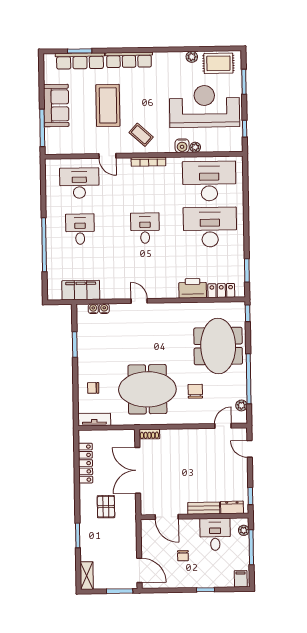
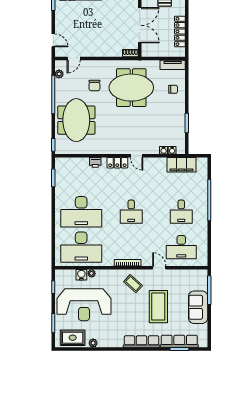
water cooler: (182, 146) -> (81, 275), moved
printer: (193, 288) -> (95, 162), width x0.53, depth x0.68
locker: (221, 291) -> (117, 163), moved

